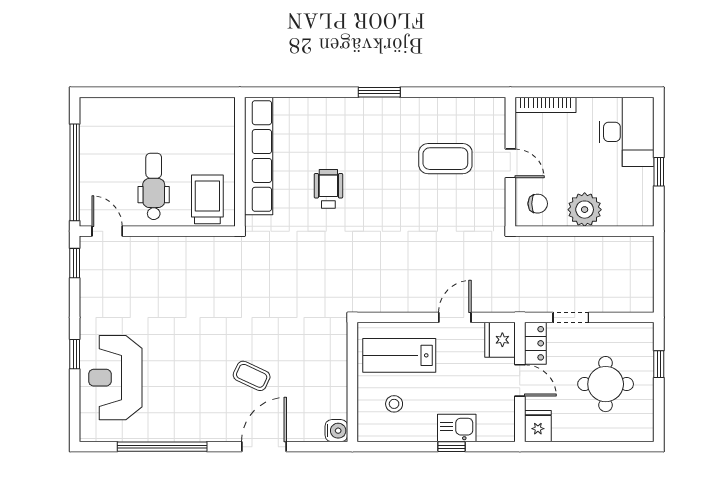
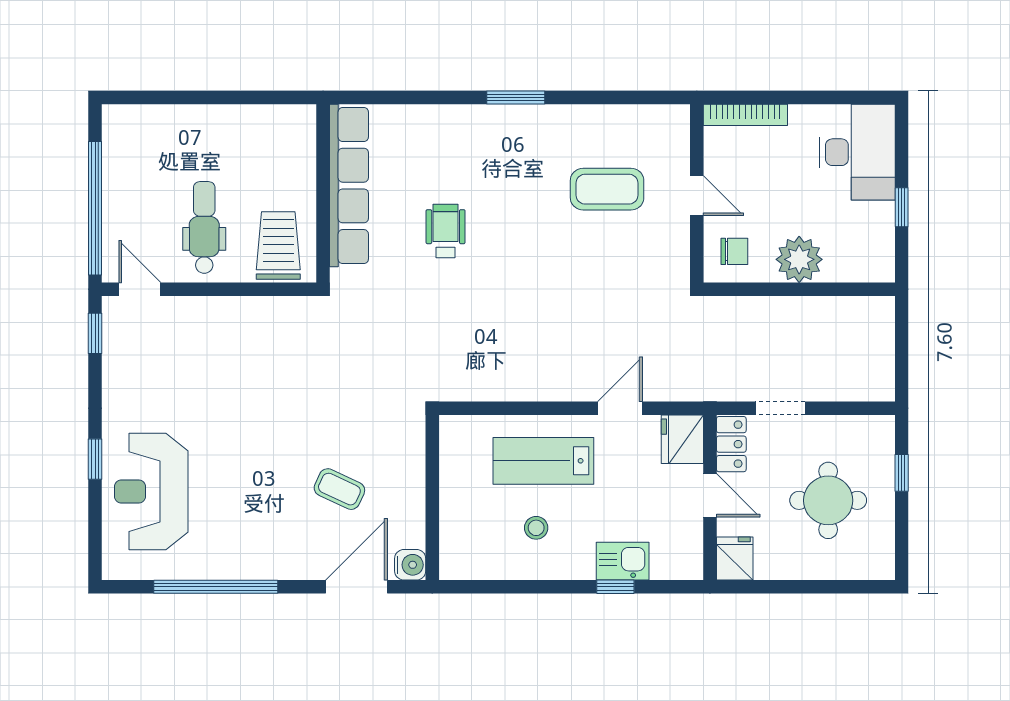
wall: (352, 382) -> (432, 498), moved
water cooler: (336, 431) -> (410, 565), moved

